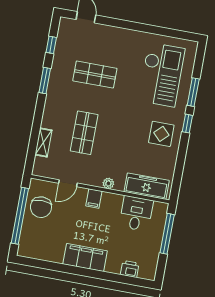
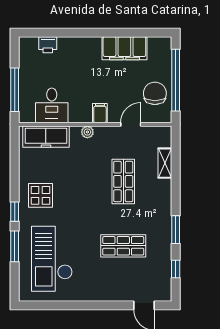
filing cabinet: (85, 257) -> (124, 48), moved

